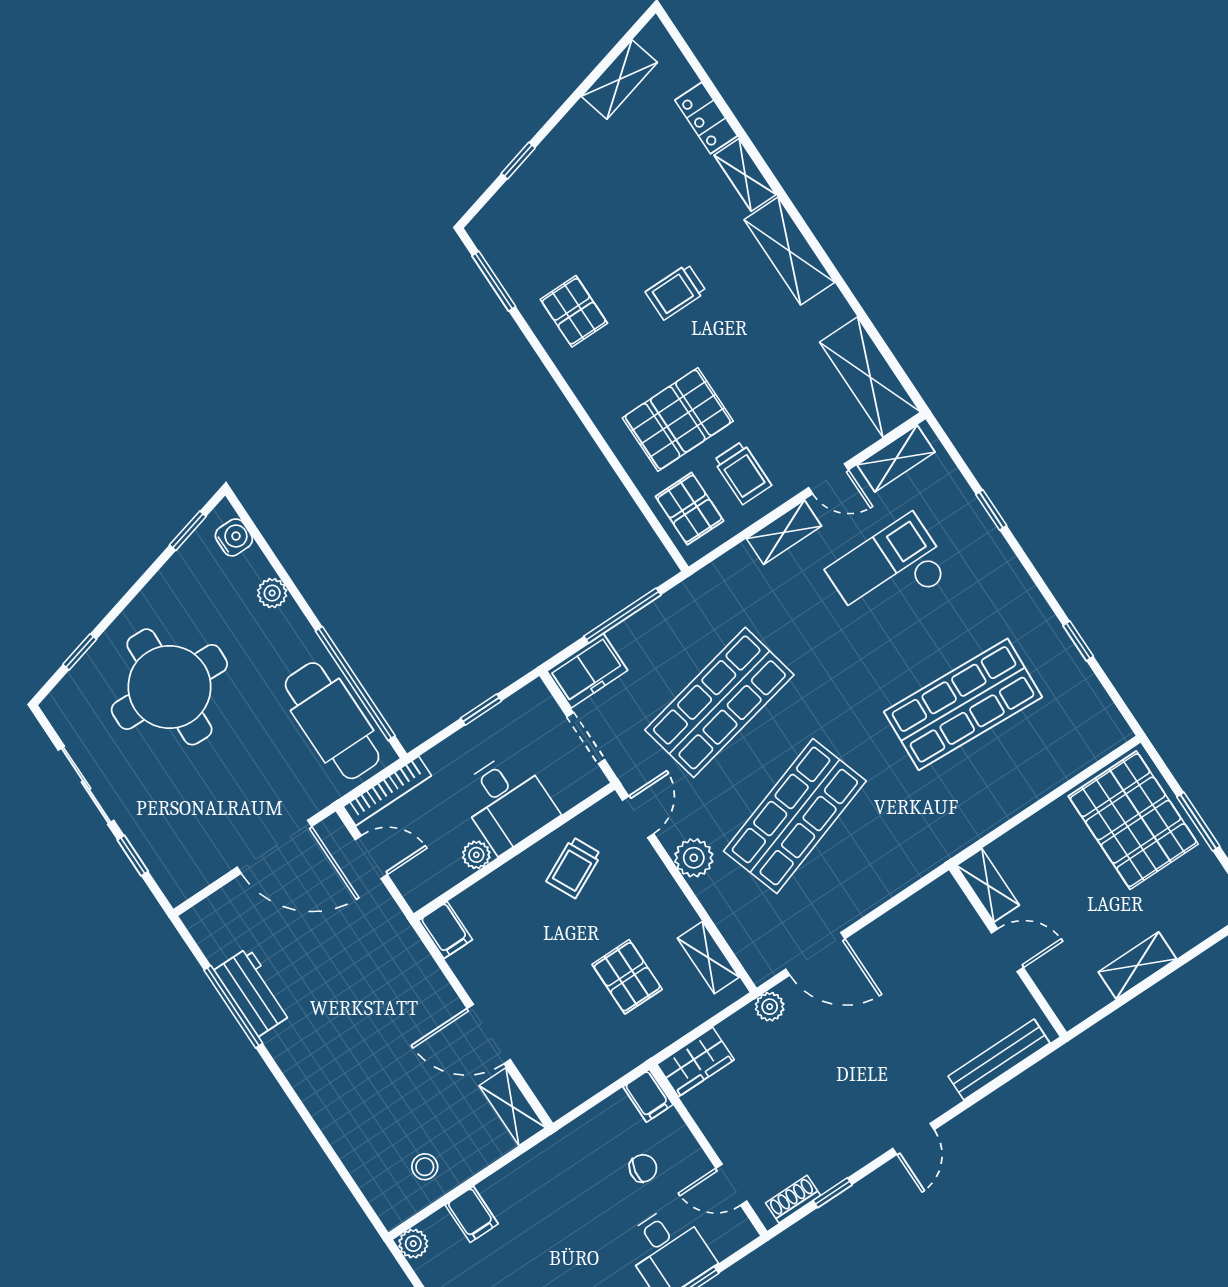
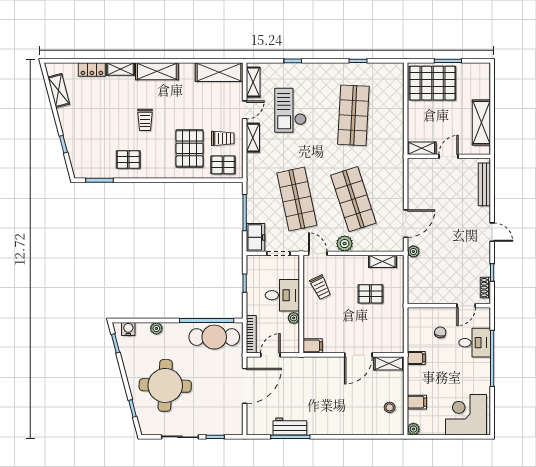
shelving: (1137, 965) -> (481, 123), width x1.50, depth x1.33
wardrobe: (695, 1062) -> (416, 290), removed
filing cabinet: (648, 1096) -> (416, 358), moved

